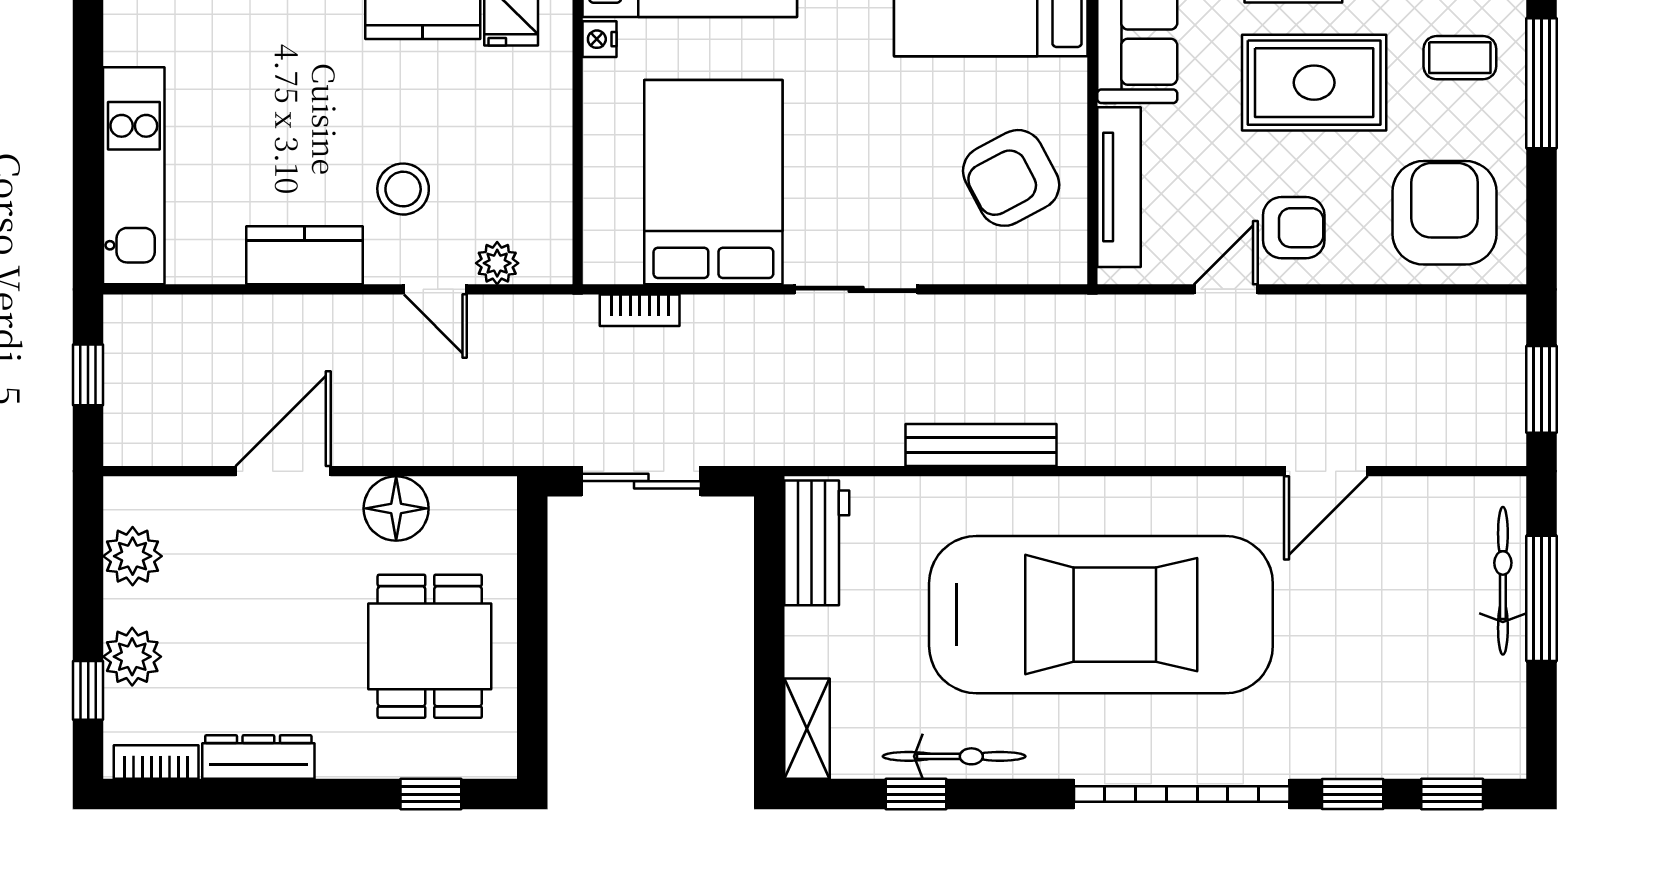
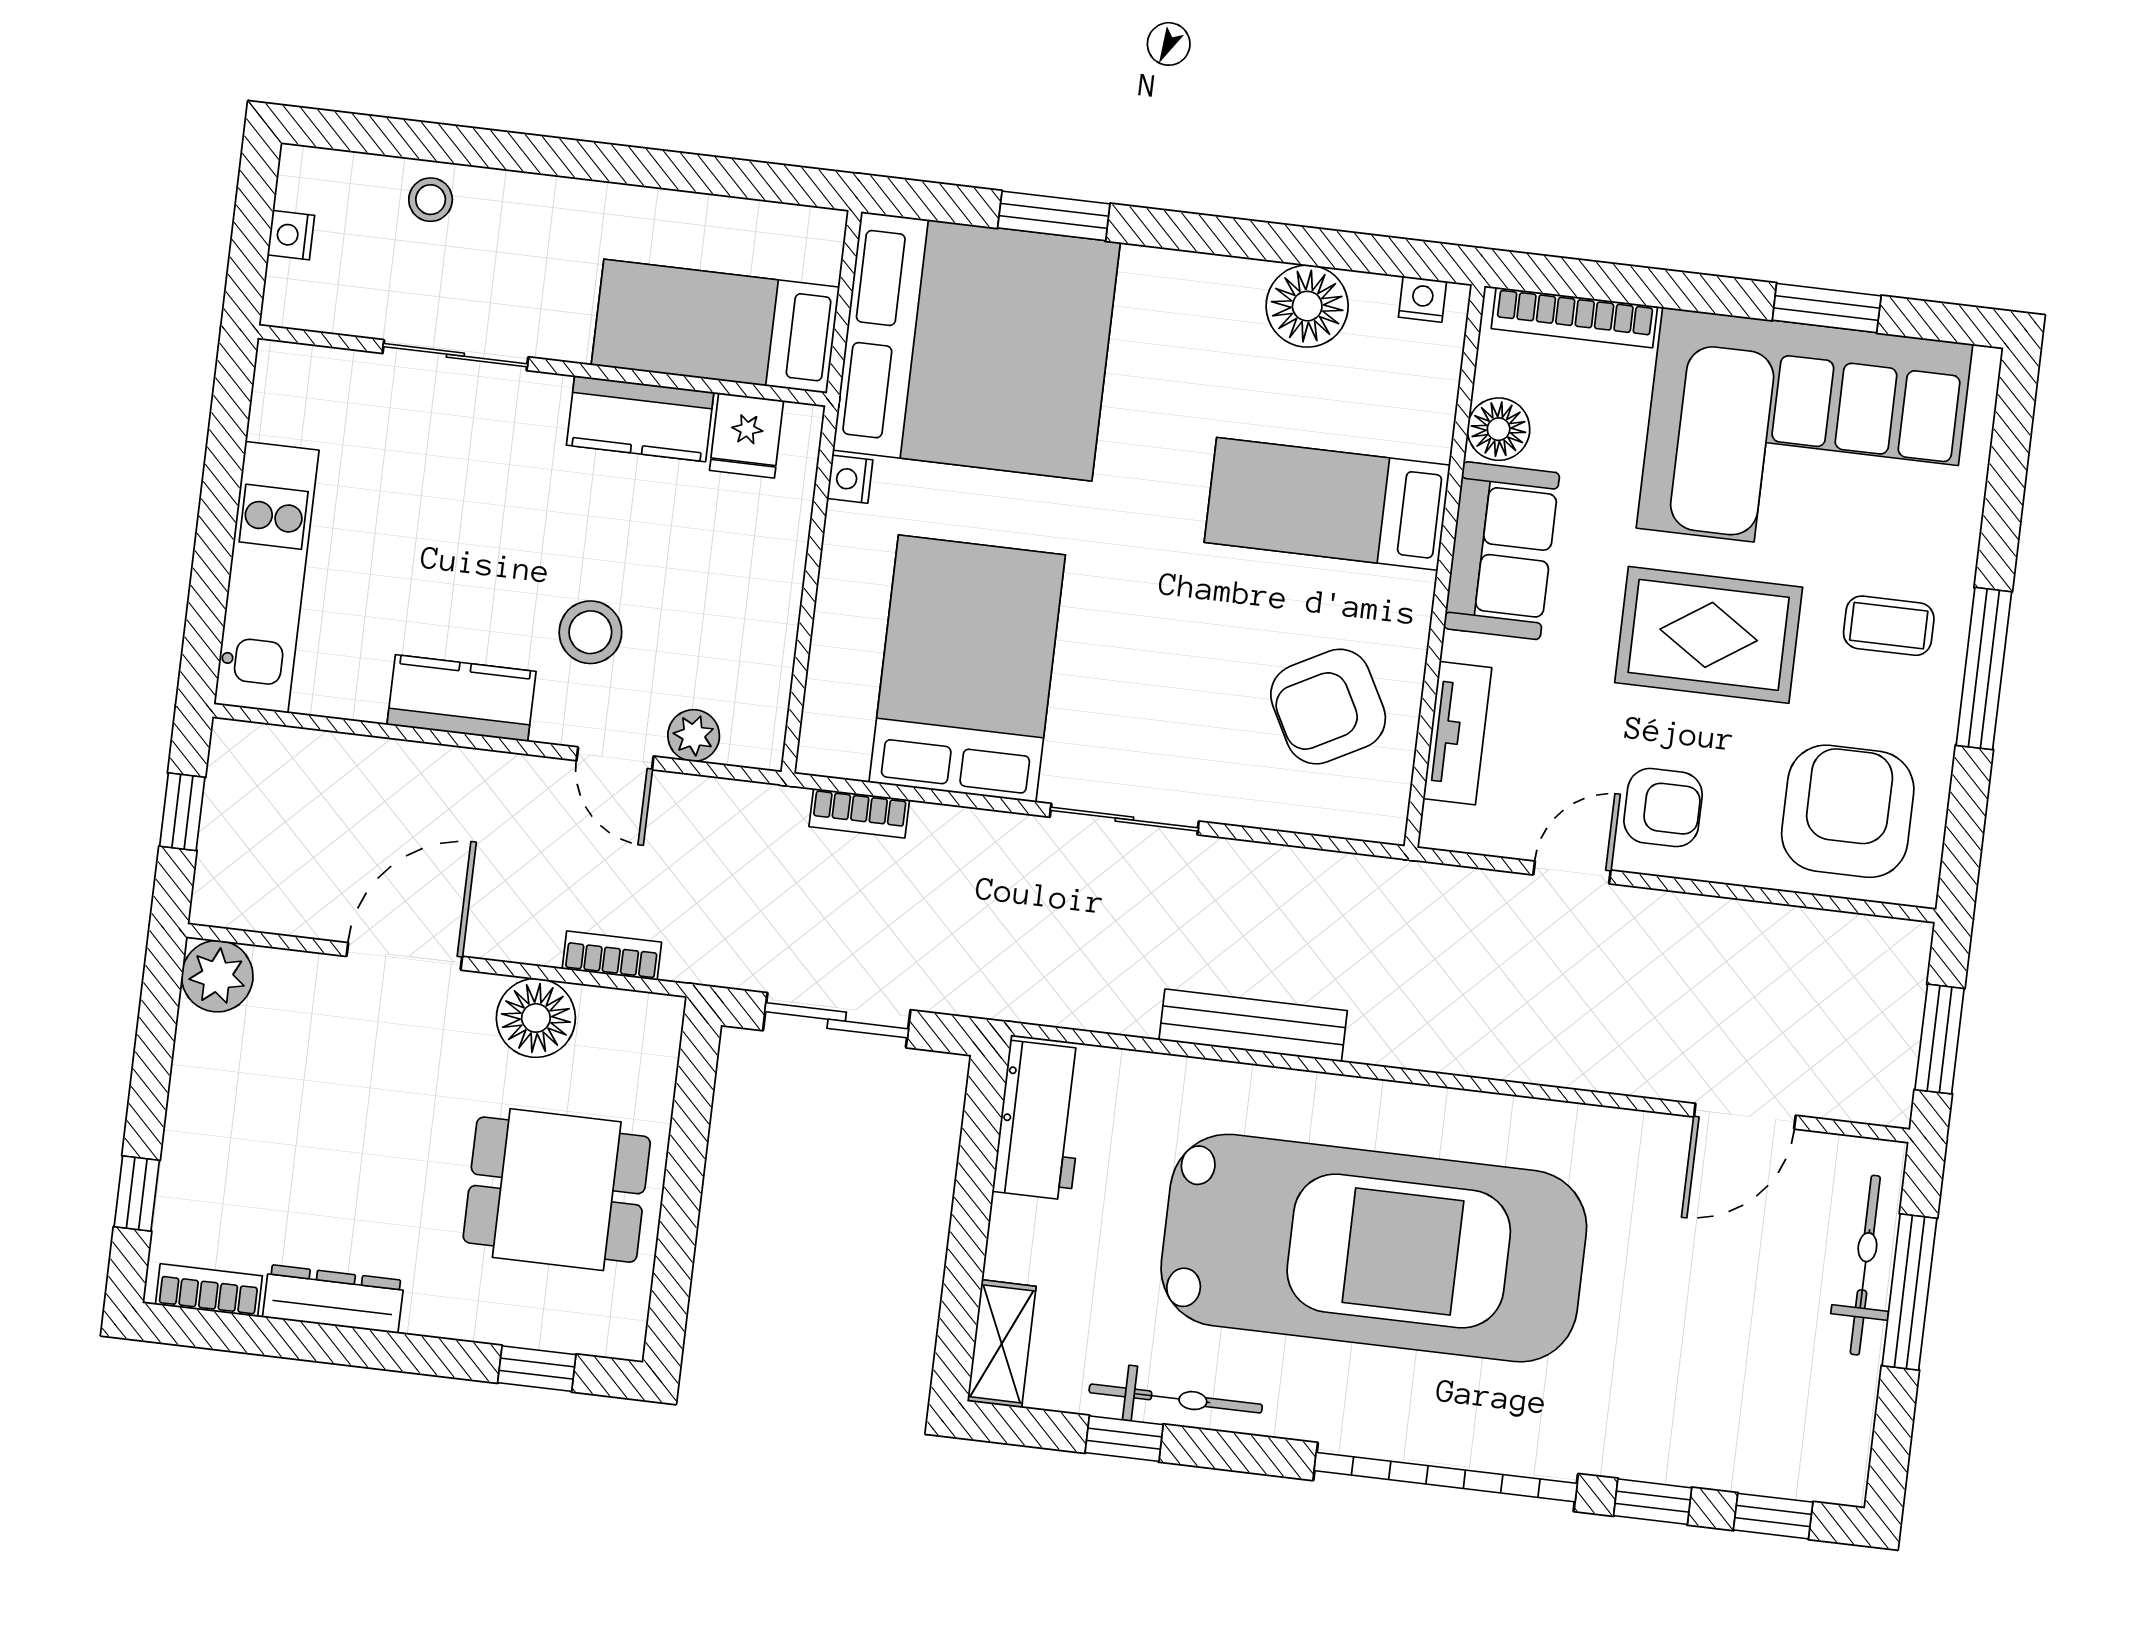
tv unit: (1119, 187) -> (1457, 733), width x0.71
bookcase: (452, 450) -> (612, 956), added
door: (1326, 471) -> (1745, 1116), moved
plant: (133, 556) -> (217, 976), moved
dining table: (430, 646) -> (557, 1190), turned 90
plant: (132, 657) -> (195, 1159), removed

